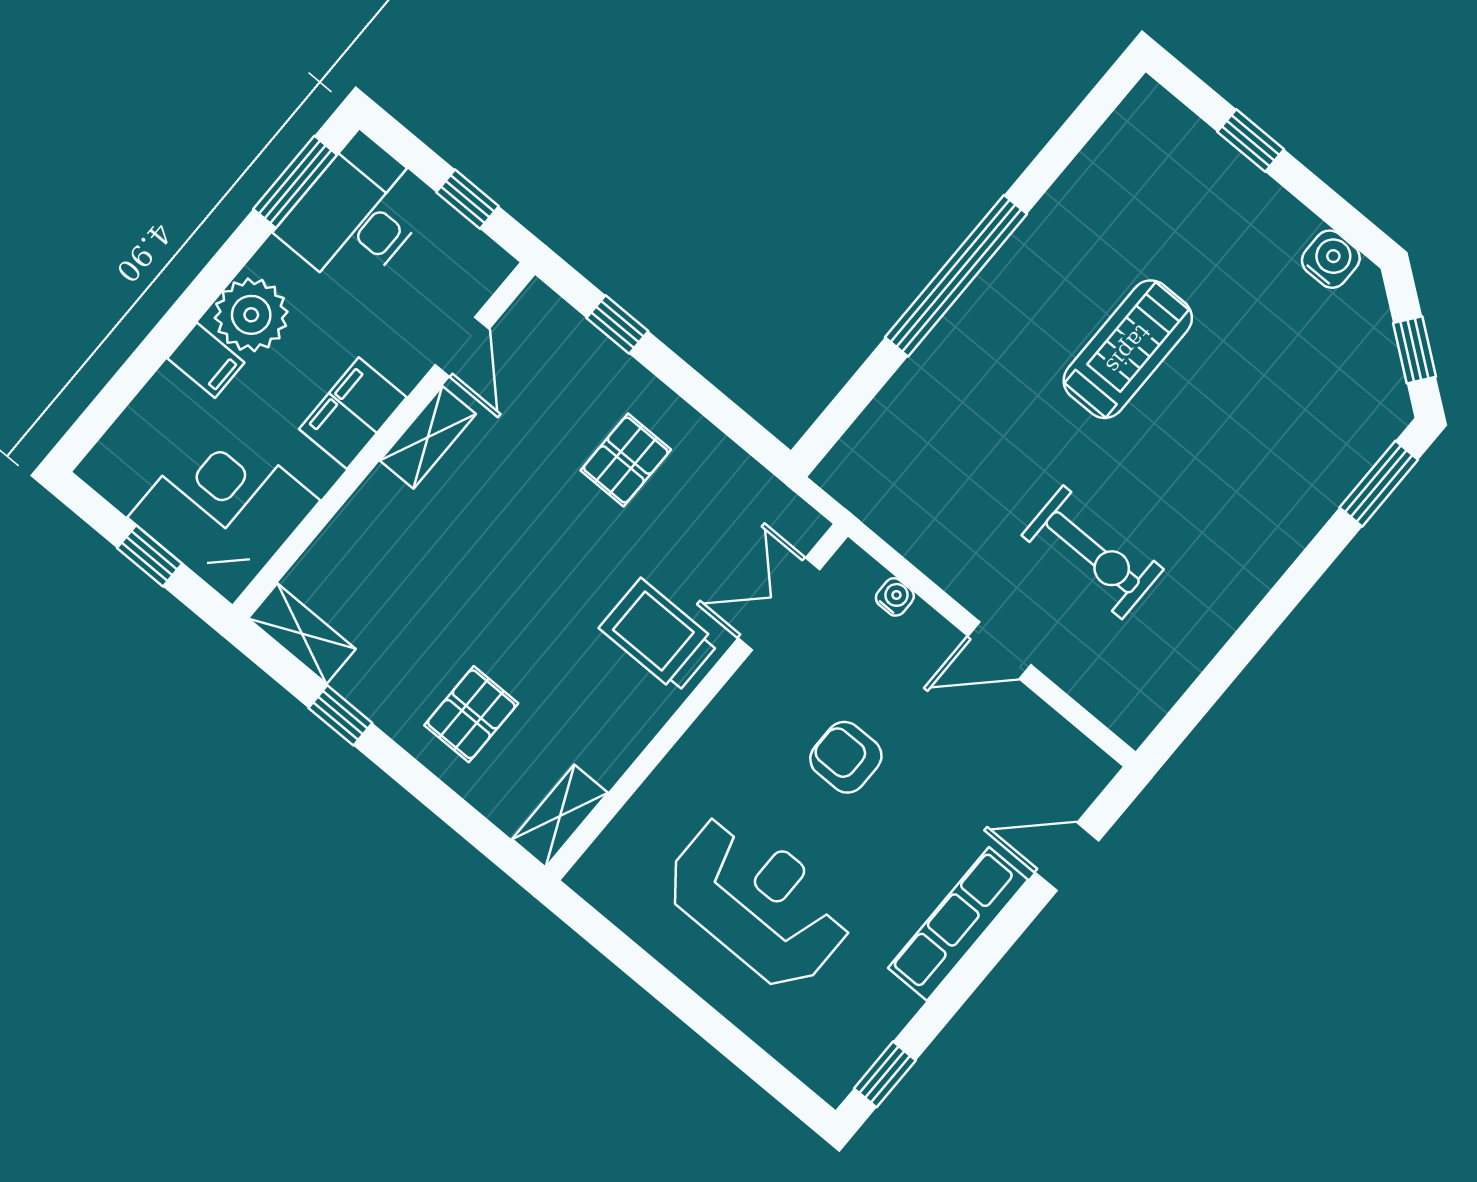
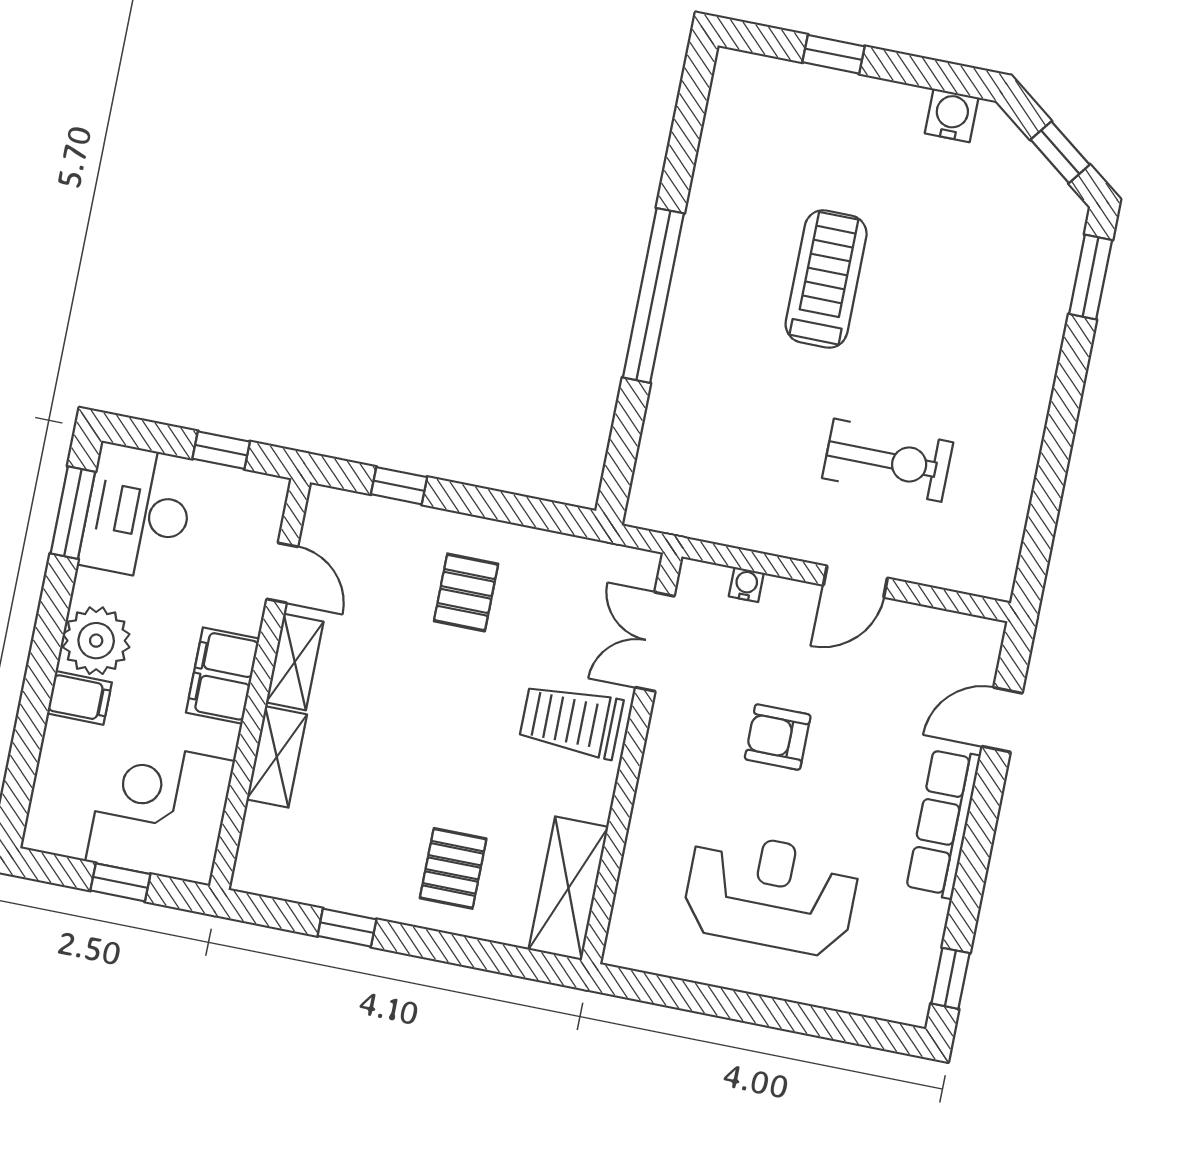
shelving: (302, 634) -> (277, 757), moved, turned 90
shelving: (560, 816) -> (568, 888), width x1.50, depth x1.33

